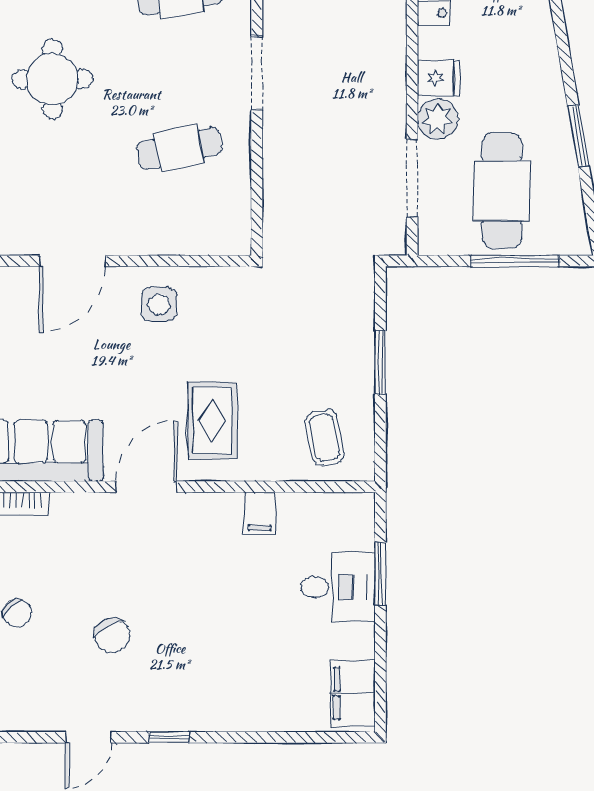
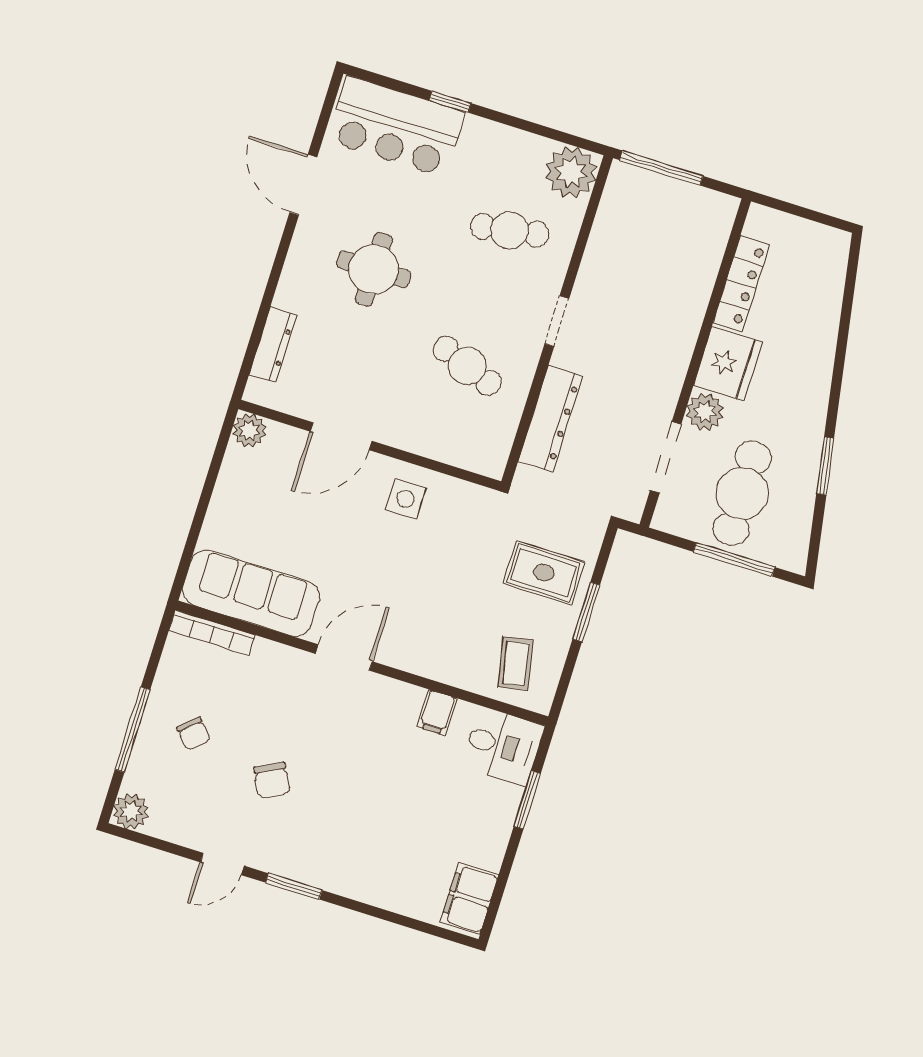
doorway: (257, 74) -> (557, 321), width x0.73
fridge: (439, 78) -> (728, 364), width x1.88, depth x1.34
cafe table: (179, 148) -> (467, 366), turned 33
dresser: (281, 176) -> (550, 419), added
rug: (212, 420) -> (544, 573), moved, turned 90
desk: (338, 587) -> (503, 746), moved
window: (169, 737) -> (294, 886), width x1.50

